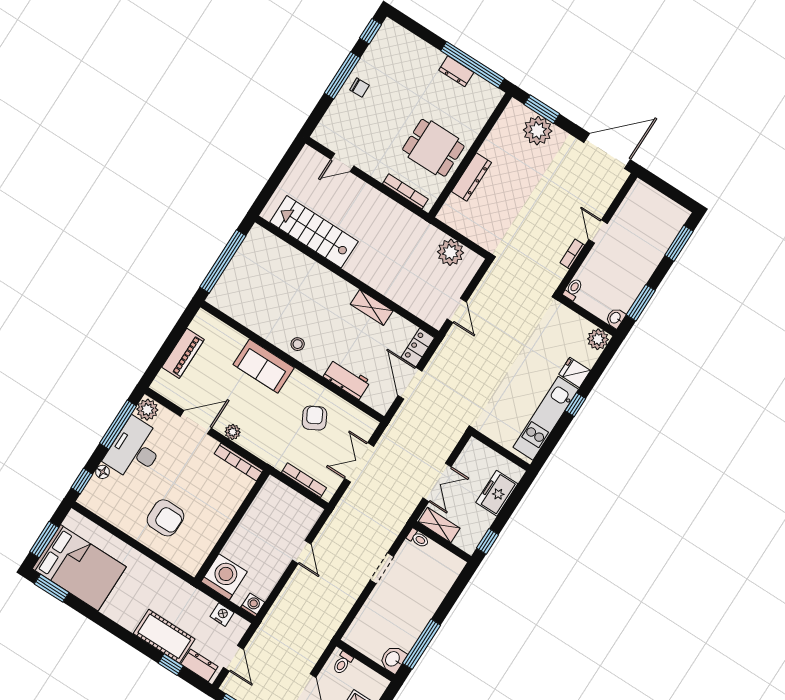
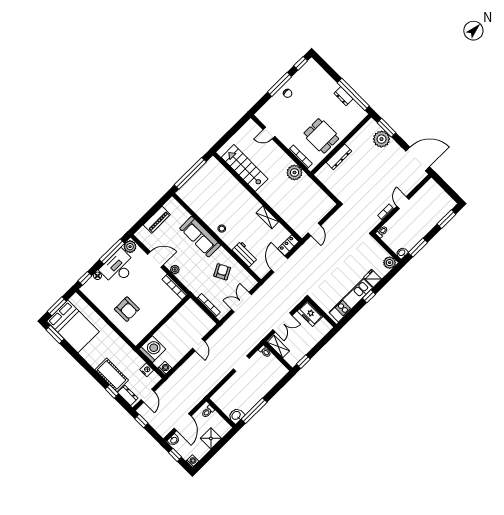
plant: (450, 252) -> (294, 173), moved
sofa: (264, 366) -> (200, 237), width x1.36
freezer: (497, 493) -> (310, 314), moved, turned -90

